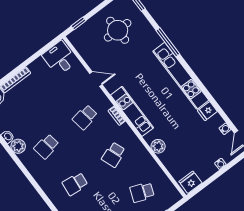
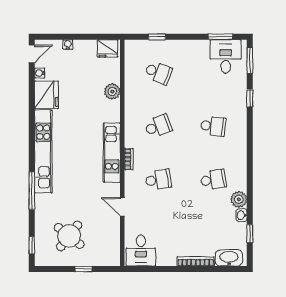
window: (78, 23) -> (84, 269), moved
round table: (118, 30) -> (69, 236), turned 38
fridge: (207, 111) -> (46, 95), width x1.88, depth x1.34
plant: (158, 146) -> (112, 92), moved

